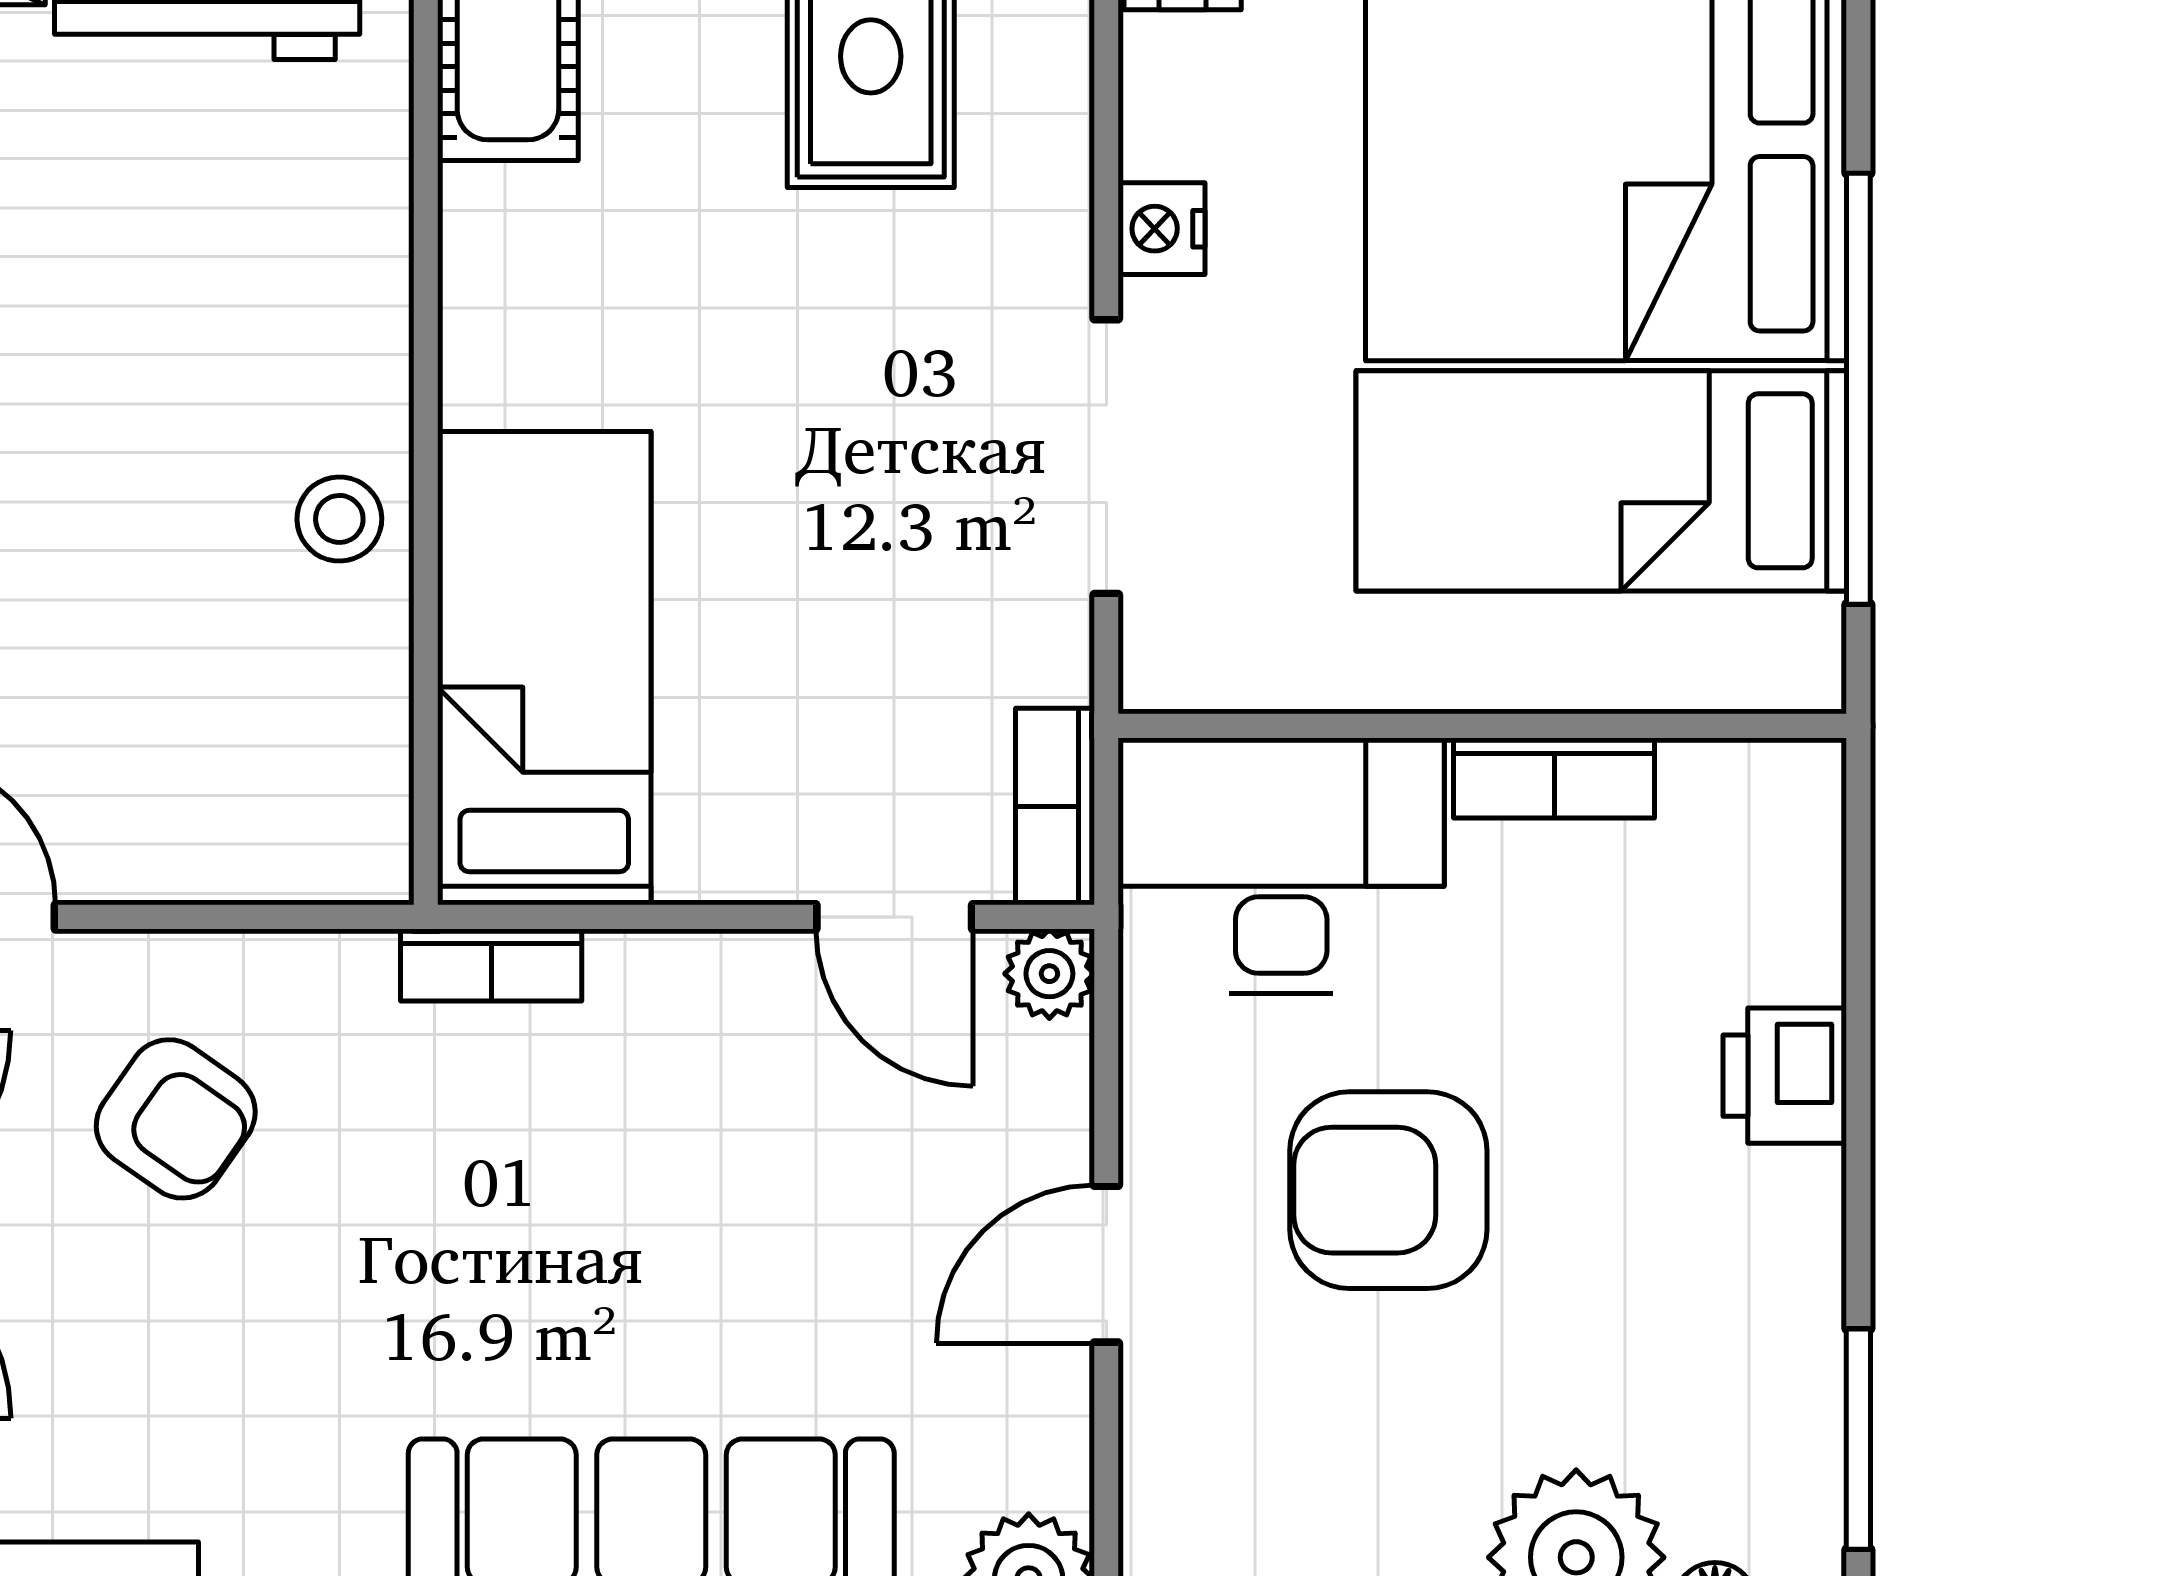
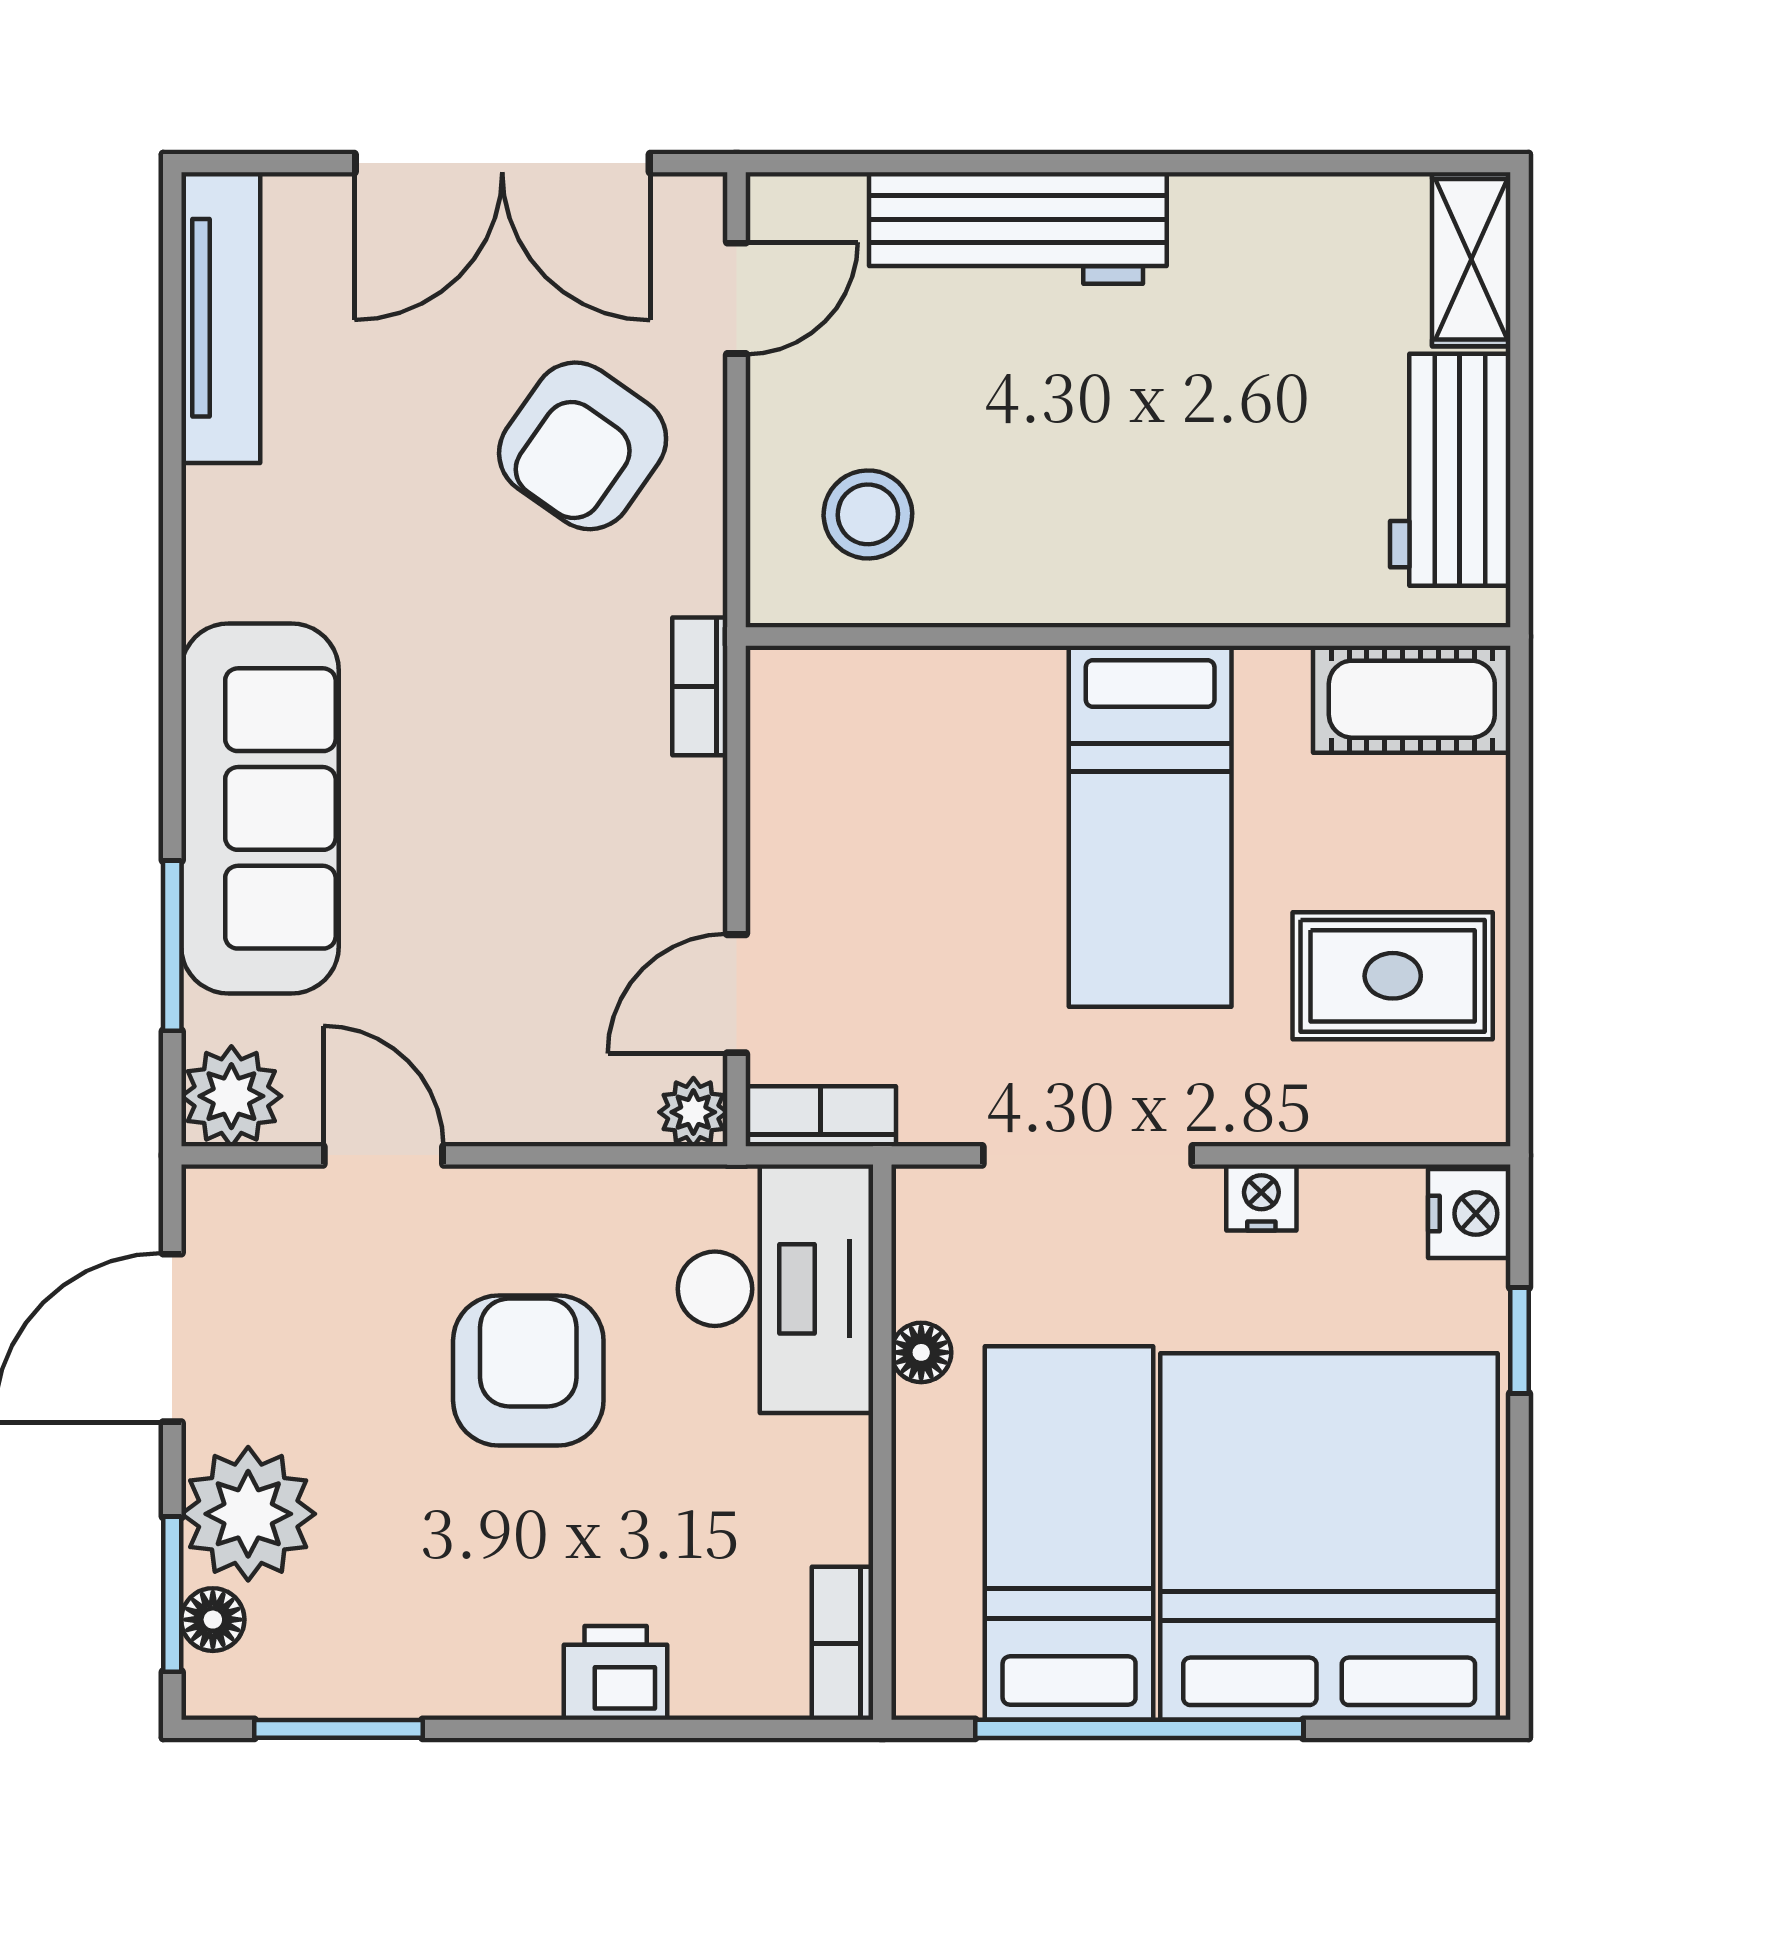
stool: (339, 519) -> (868, 514), moved, width x1.37, depth x1.37
bed: (544, 668) -> (1150, 826), moved, turned 90
floor lamp: (1365, 675) -> (921, 1352), added
bookcase: (1554, 778) -> (842, 1643), moved
armchair: (176, 1119) -> (583, 446), width x1.38, depth x1.38
door: (1106, 1264) -> (383, 1155), moved

